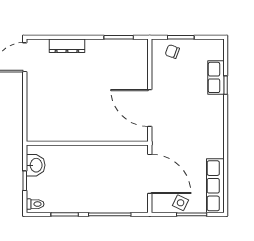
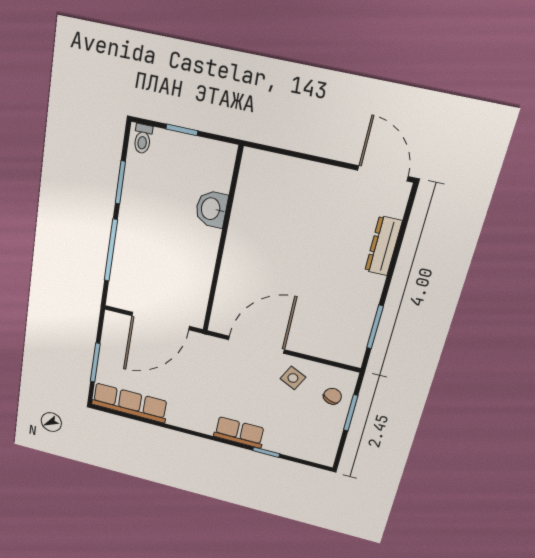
row of seats: (216, 77) -> (239, 432), moved
washbasin: (36, 165) -> (211, 209), moved, turned 90
side table: (181, 203) -> (293, 378), moved

